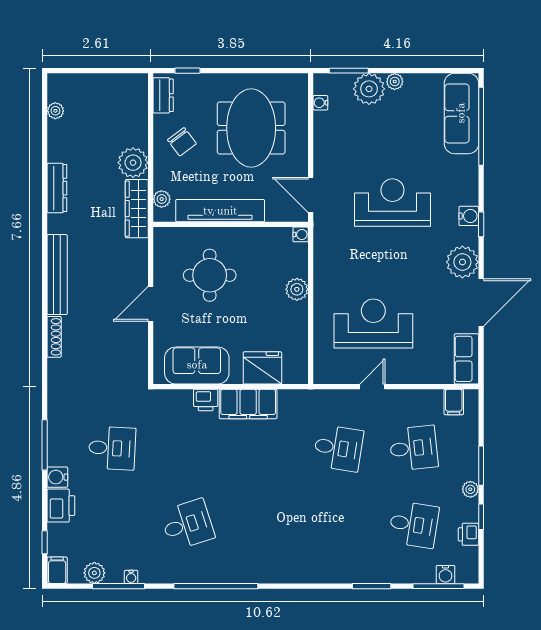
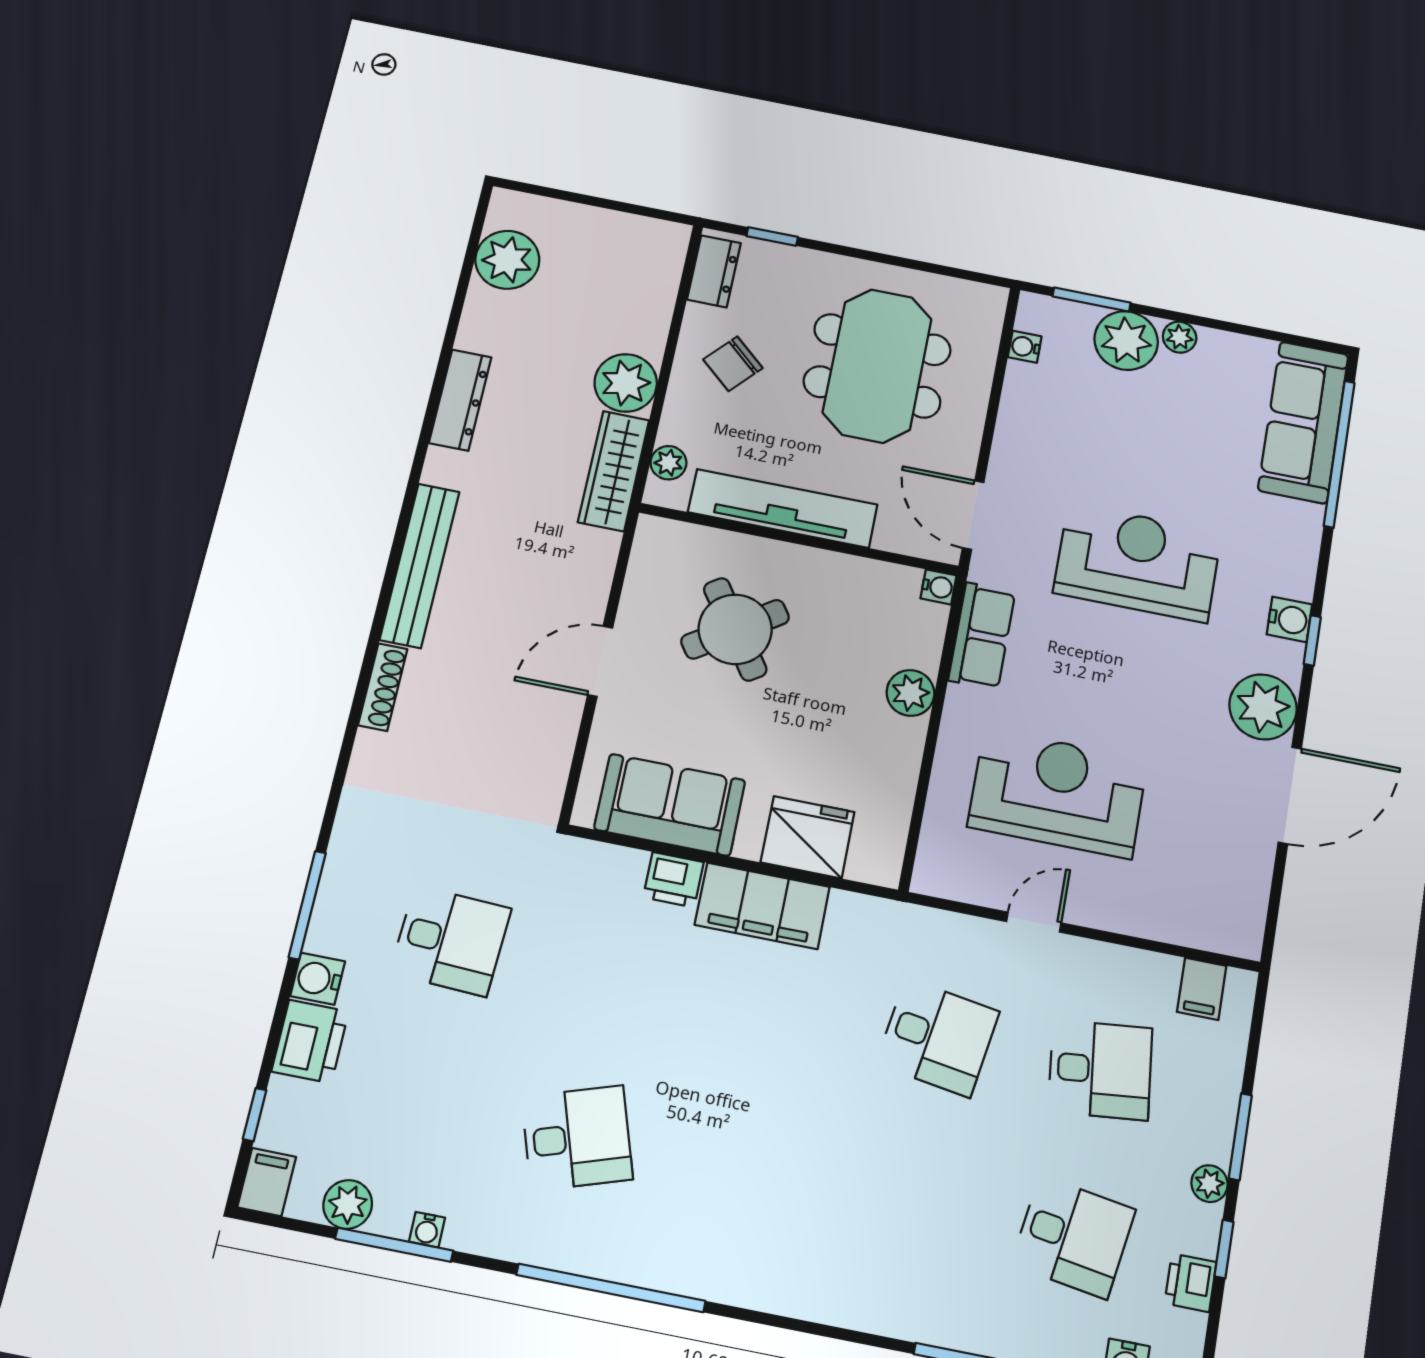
plant: (55, 111) -> (507, 260), width x1.87, depth x1.87
chair: (182, 142) -> (733, 364), turned 79
round table: (210, 275) -> (735, 629), turned -34
row of seats: (466, 359) -> (982, 636), moved, turned 180

